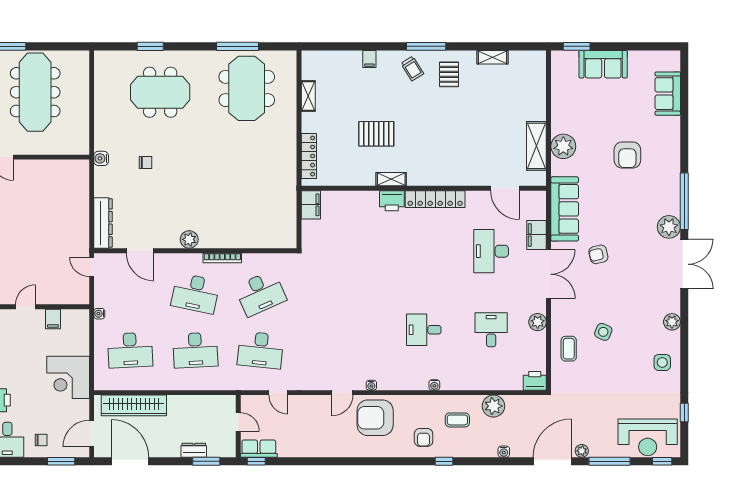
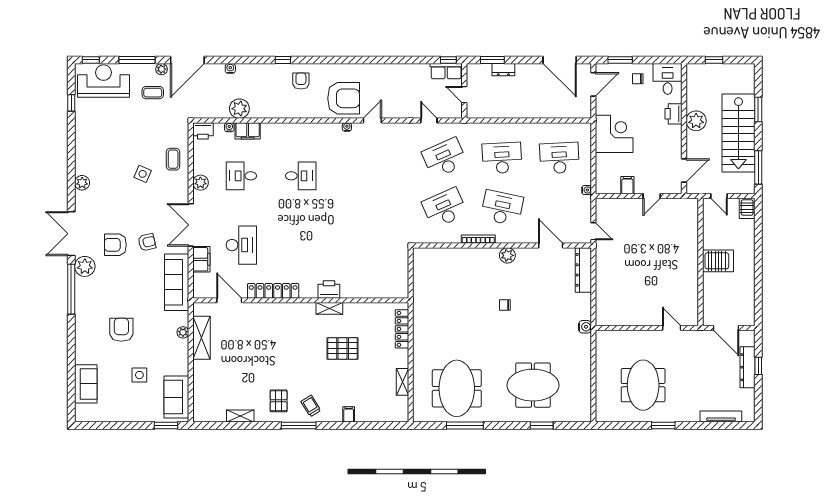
sofa: (603, 64) -> (176, 397), moved, turned -90
meeting table: (35, 92) -> (643, 385), width x0.73
plant: (563, 146) -> (183, 332), width x0.53, depth x0.53
chair: (145, 163) -> (505, 305), moved
locker: (435, 199) -> (273, 291), moved
filing cabinet: (311, 205) -> (248, 131), moved, turned -90
armchair: (634, 251) -> (115, 245), added
desk: (491, 330) -> (241, 176), turned 90
desk: (260, 350) -> (445, 158), turned -30
side table: (662, 362) -> (139, 375), moved
water cooler: (434, 385) -> (229, 127), moved
wardrobe: (134, 405) -> (556, 109), removed
coffee table: (457, 420) -> (153, 93), moved

